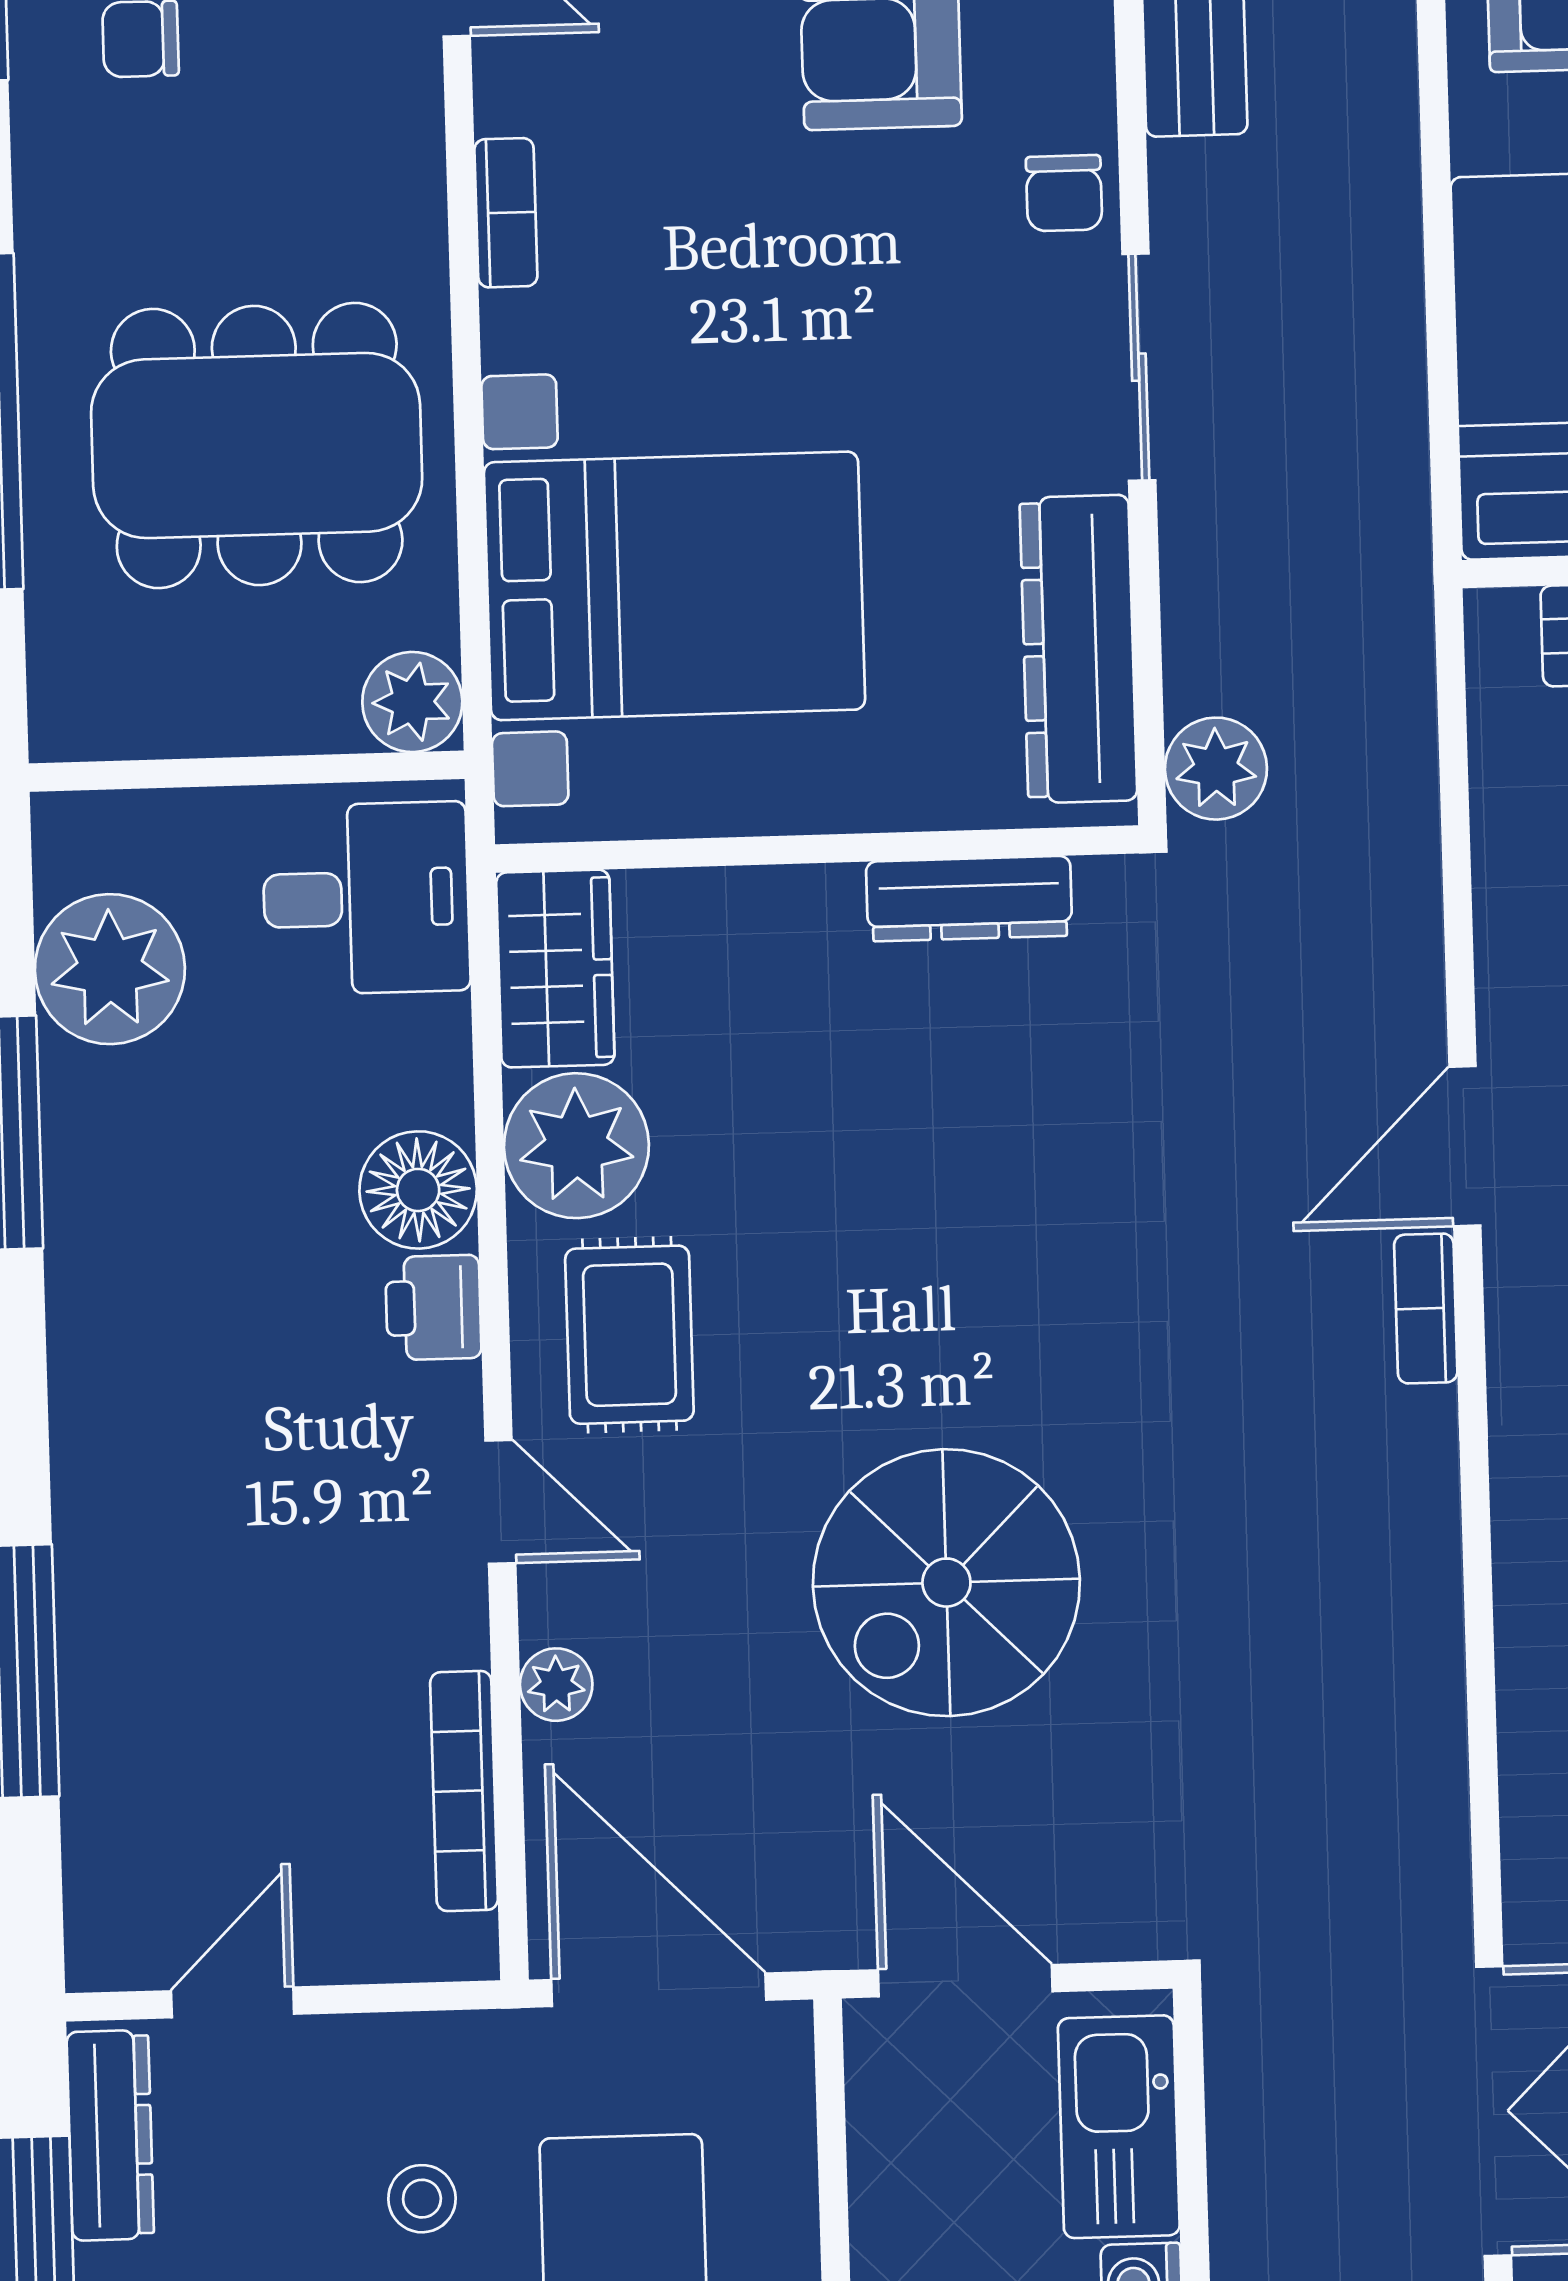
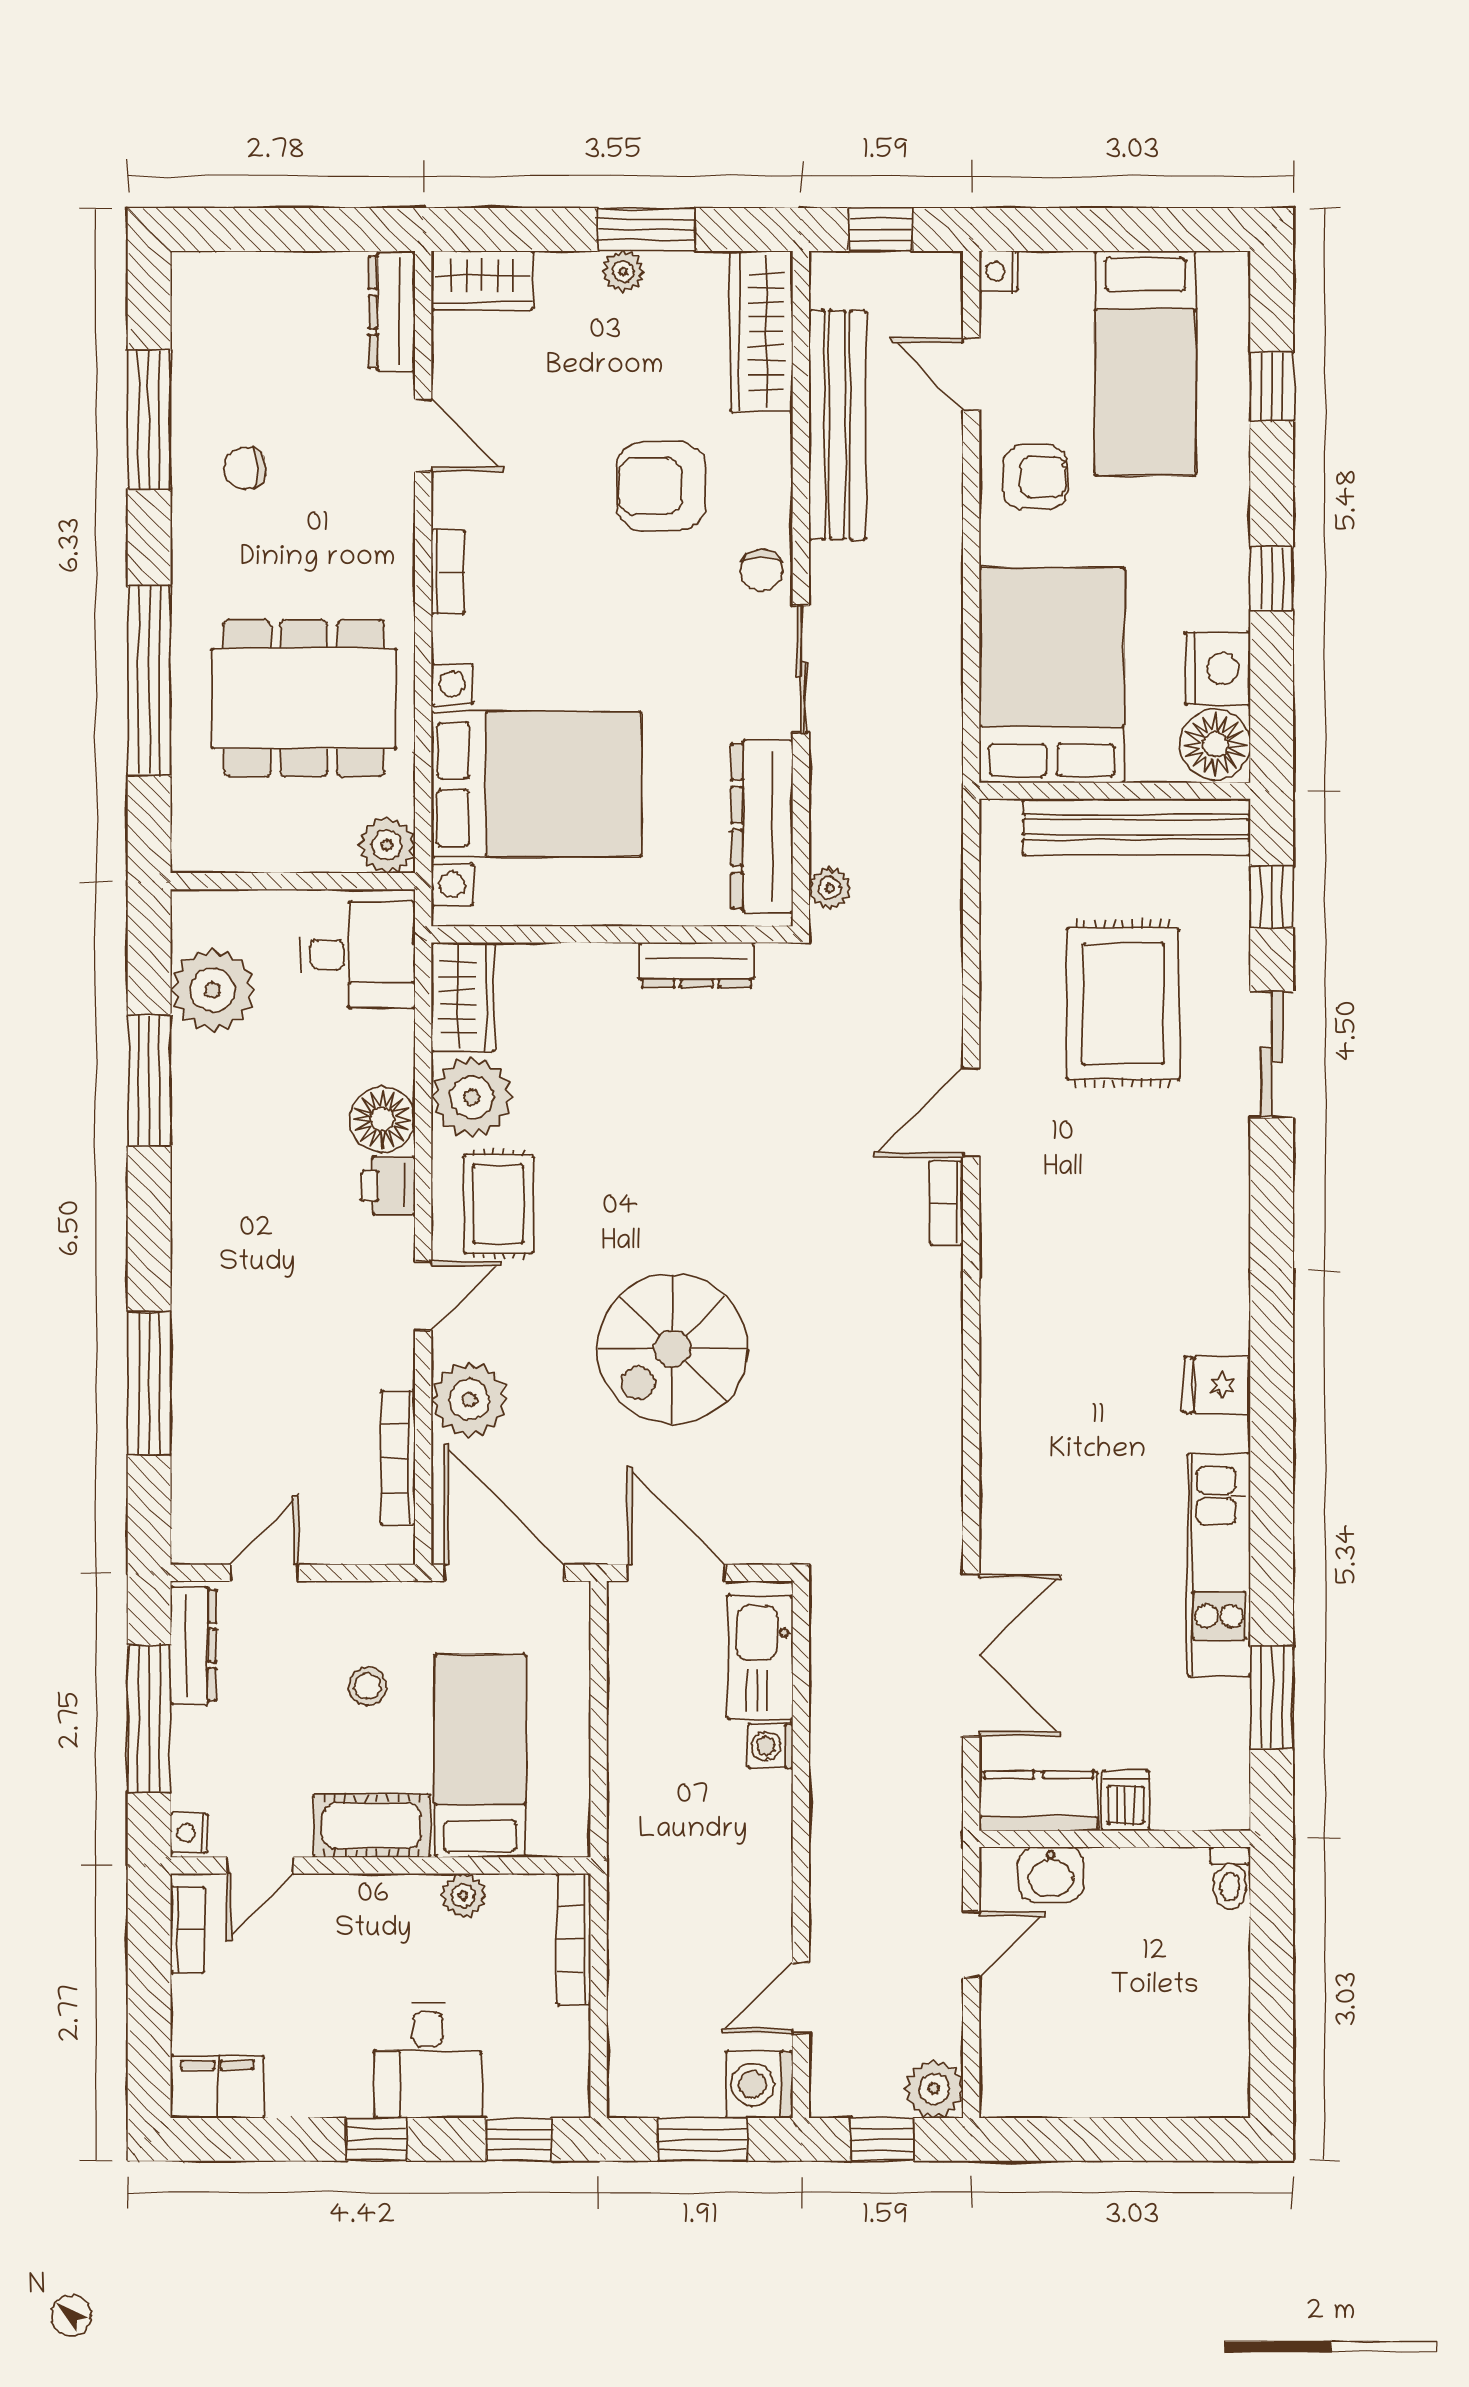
plant: (1216, 769) -> (830, 888), width x0.73, depth x0.73
door: (500, 1502) -> (423, 1296), hinge flipped
plant: (556, 1685) -> (469, 1400), width x1.88, depth x1.88

